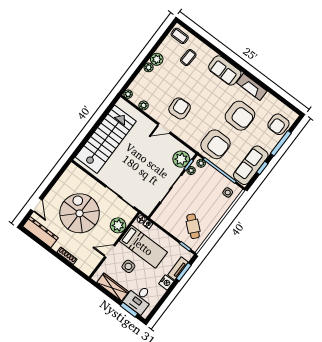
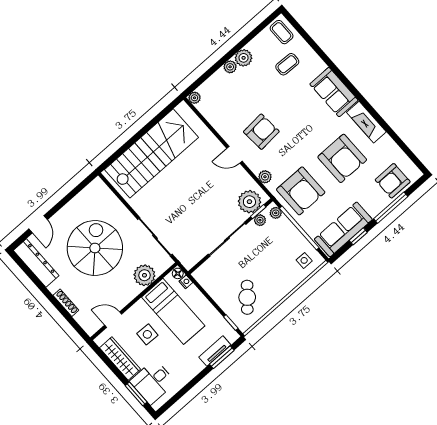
plant: (144, 105) -> (265, 177), moved
door: (110, 251) -> (113, 320), moved
nightstand: (166, 282) -> (195, 367), removed

